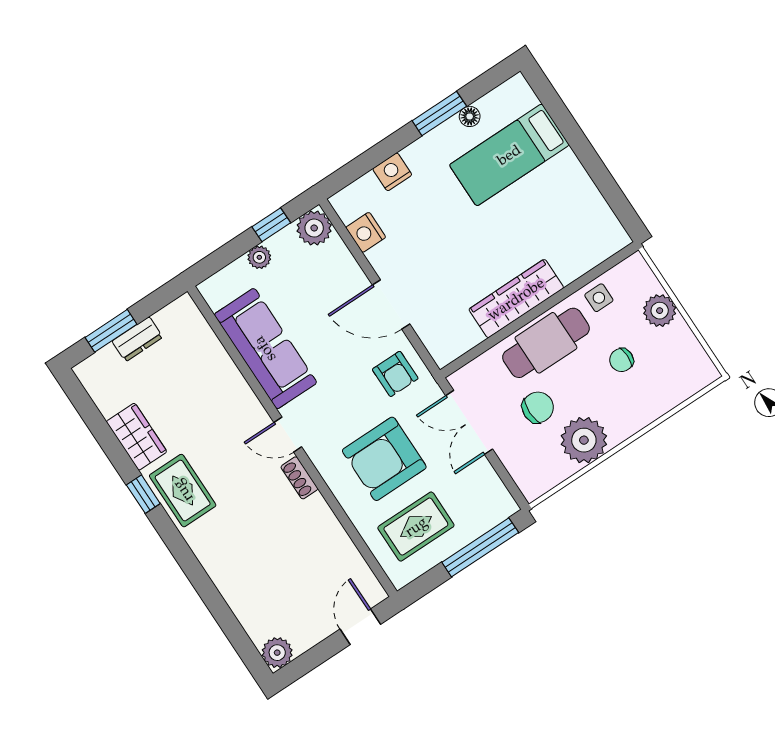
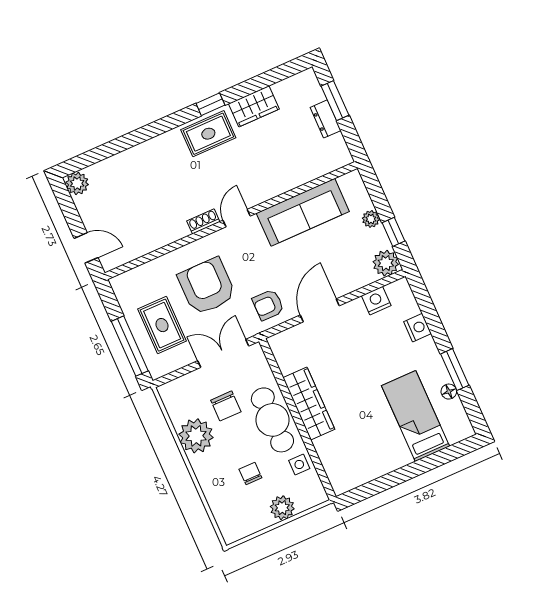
rug: (416, 527) -> (162, 325), moved

